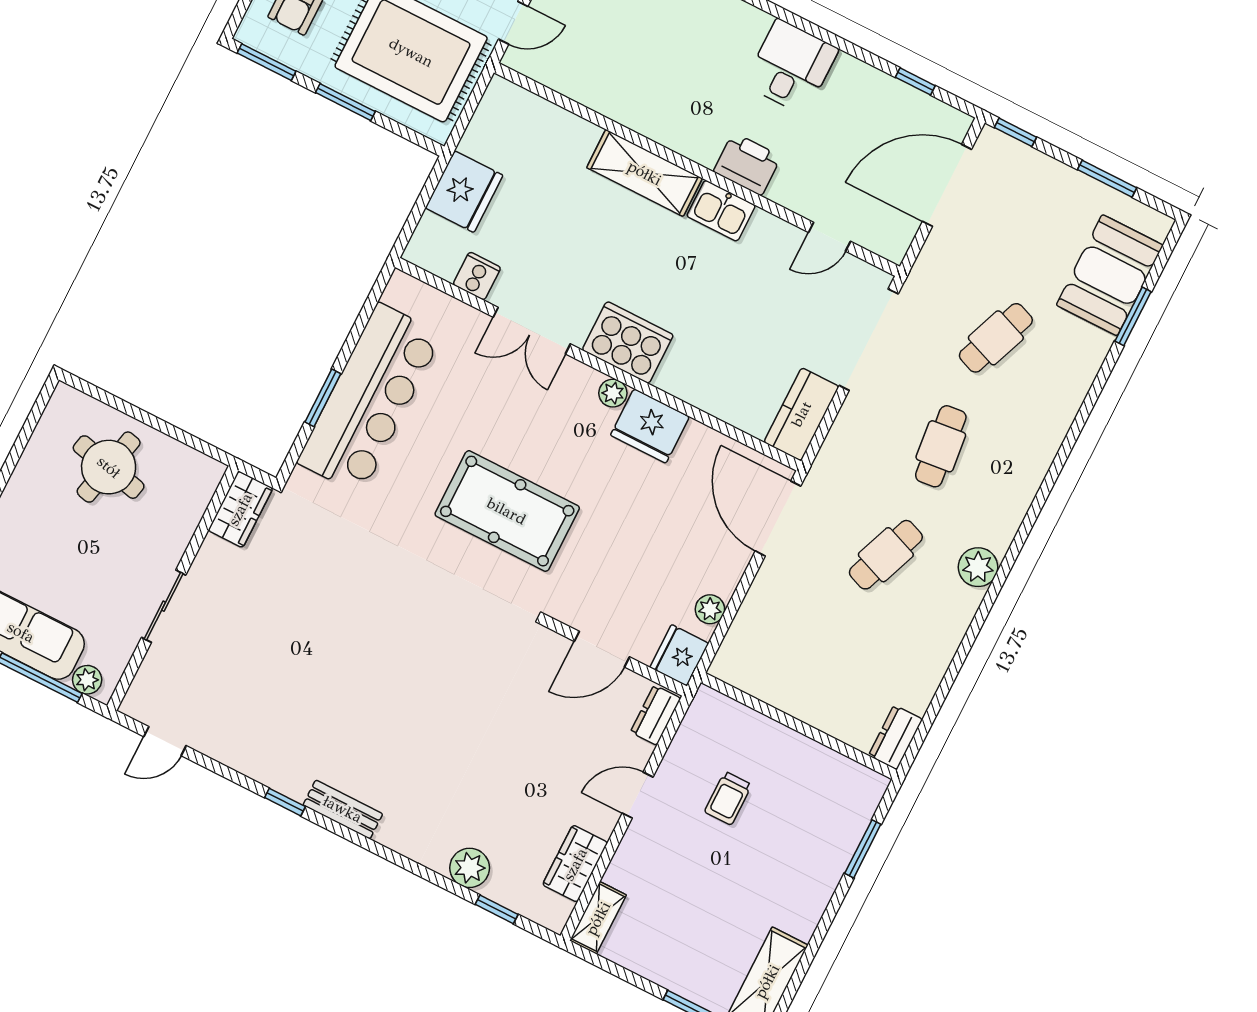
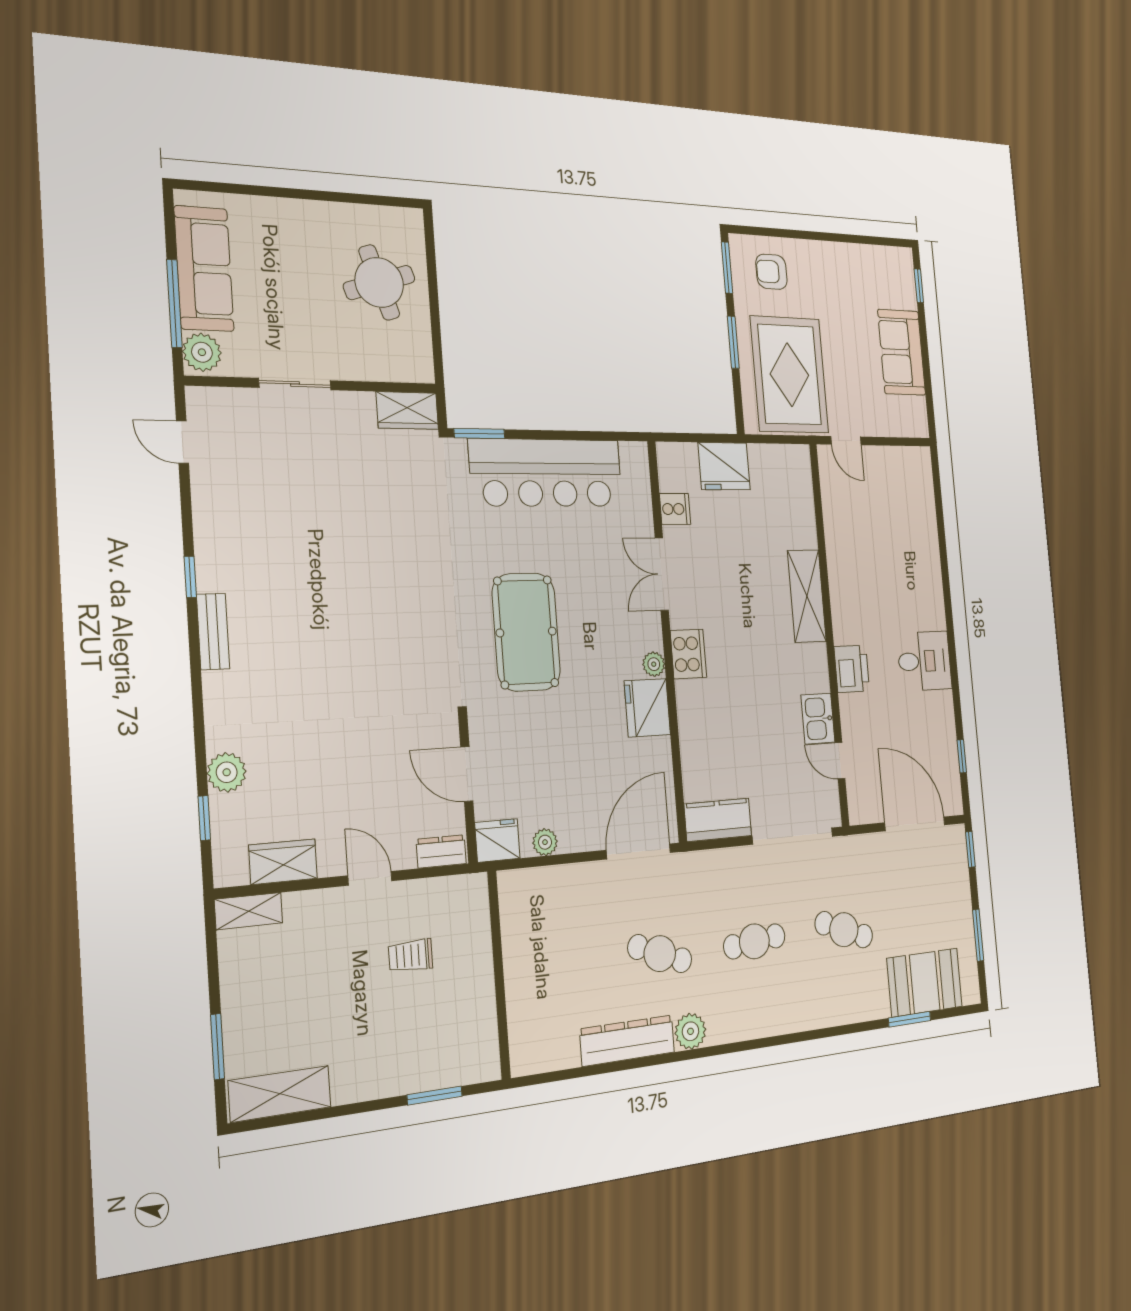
kitchen sink: (721, 211) -> (818, 719), moved
cooker: (628, 342) -> (688, 654), width x0.73, depth x0.76
window: (323, 398) -> (479, 434), moved
round table: (109, 467) -> (379, 282), turned -31
plant: (87, 680) -> (202, 352), width x1.38, depth x1.38
dresser: (896, 737) -> (627, 1041), moved, width x1.96, depth x1.24

